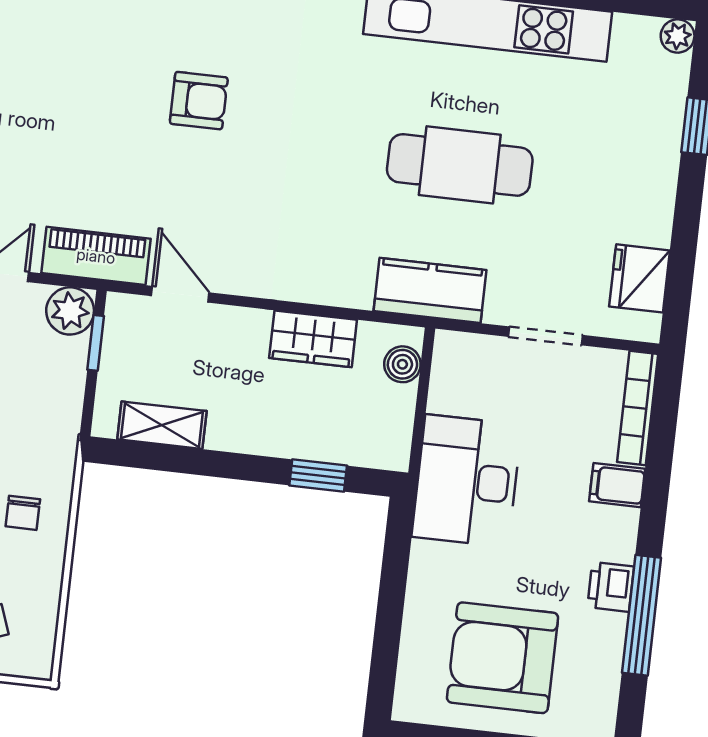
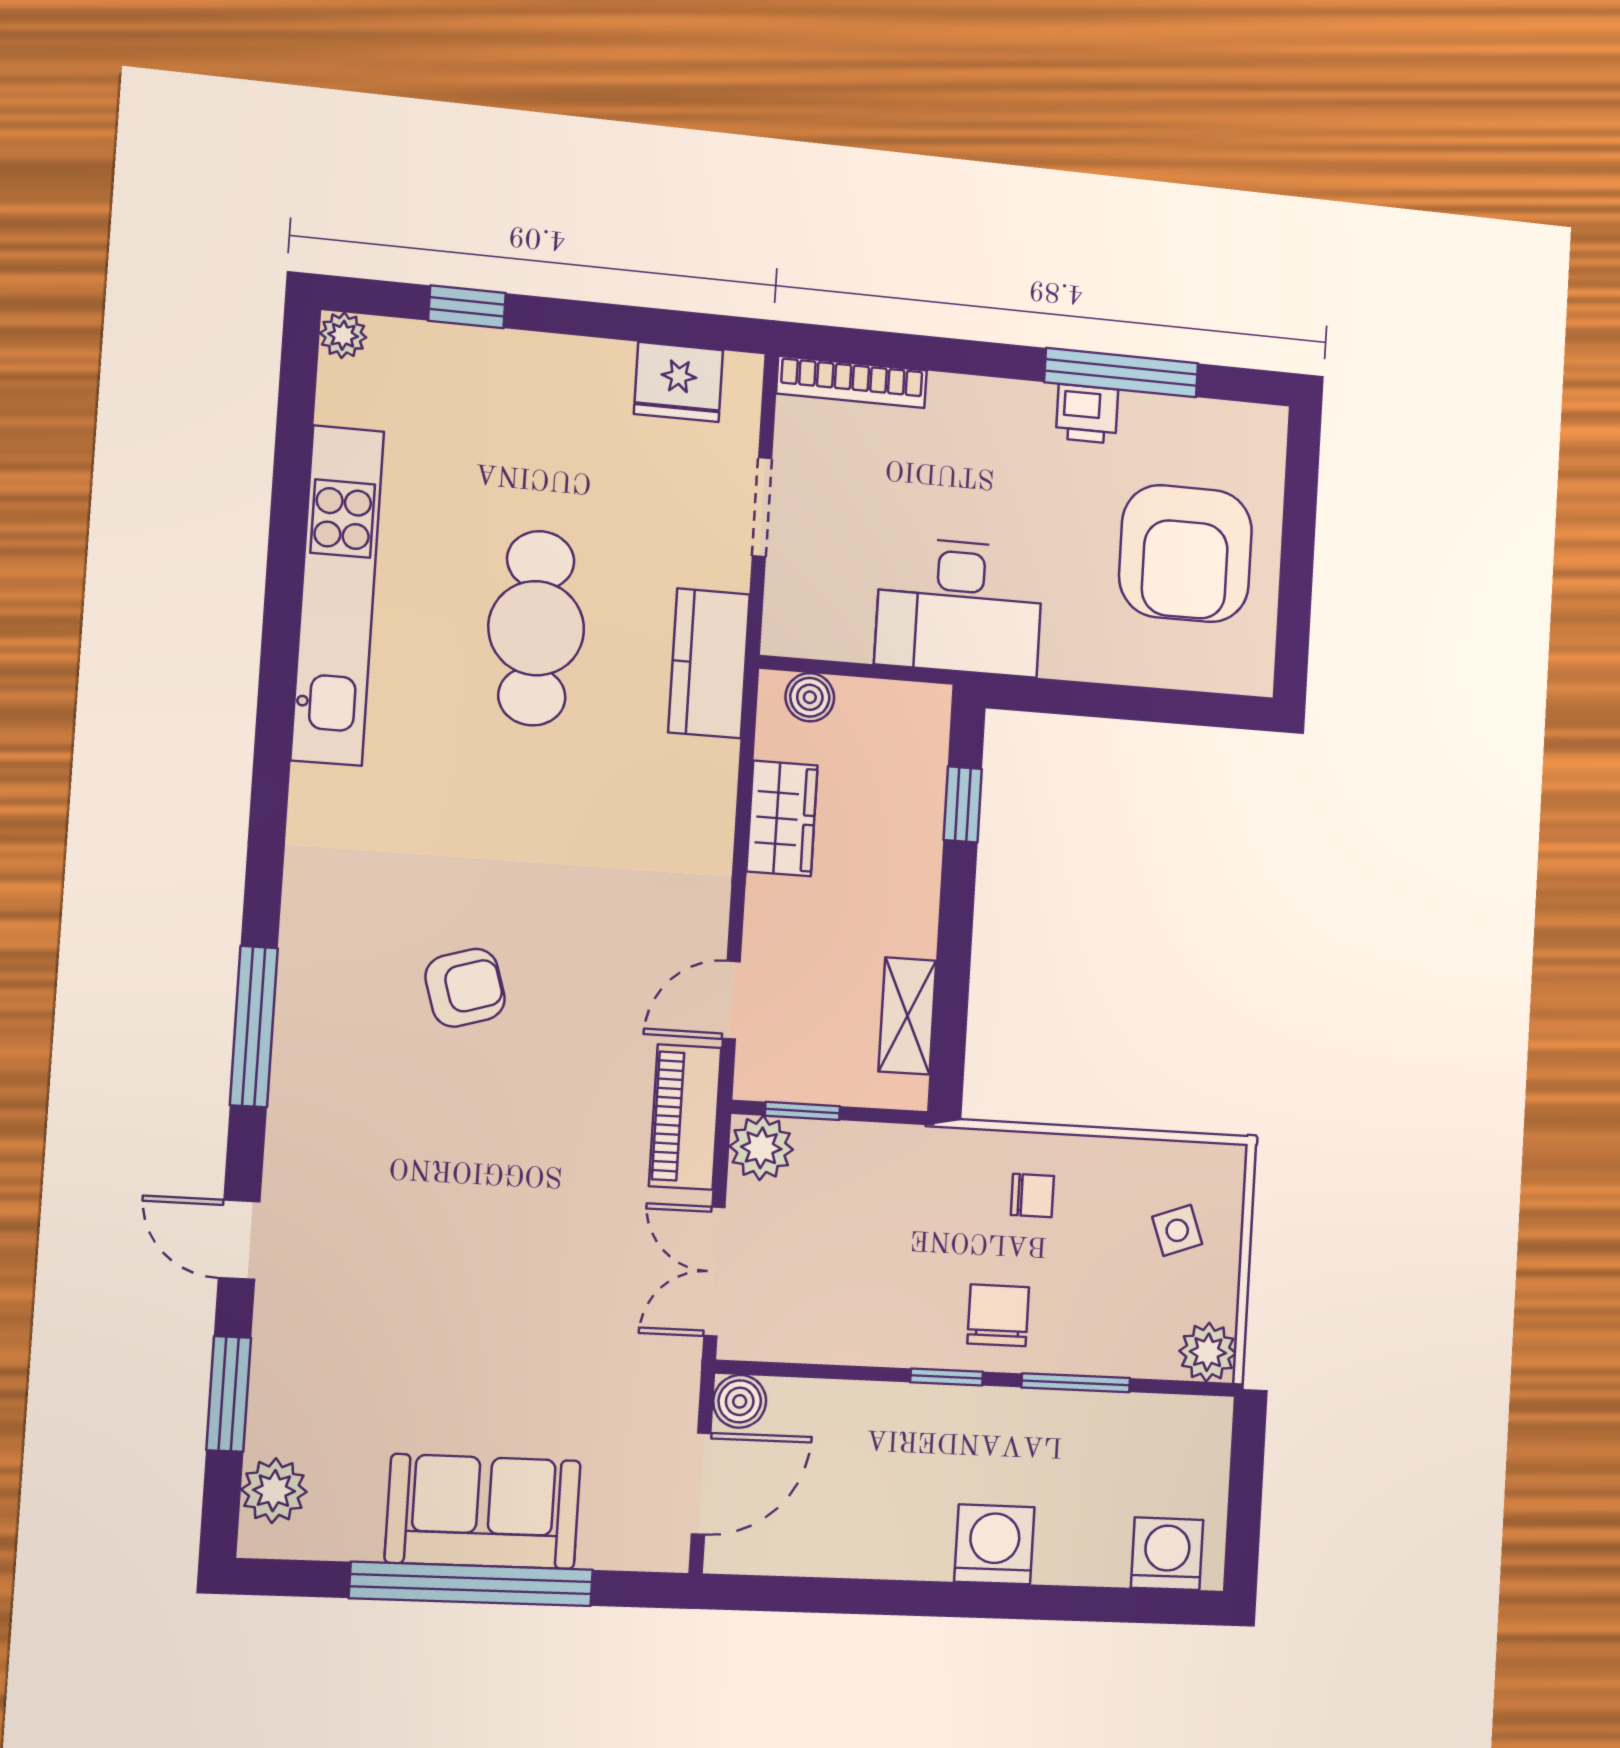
armchair: (199, 101) -> (465, 988), turned 73
filing cabinet: (617, 485) -> (954, 407), removed

